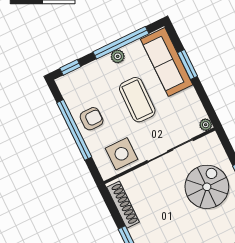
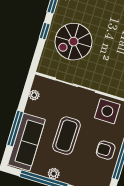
window: (188, 65) -> (15, 128), width x1.44
plant: (206, 125) -> (34, 95), moved

